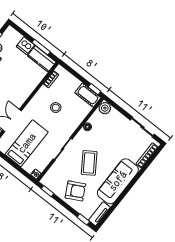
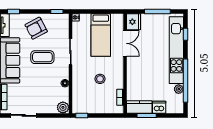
cot: (88, 95) -> (83, 107), removed
coffee table: (89, 163) -> (42, 57), turned -56

